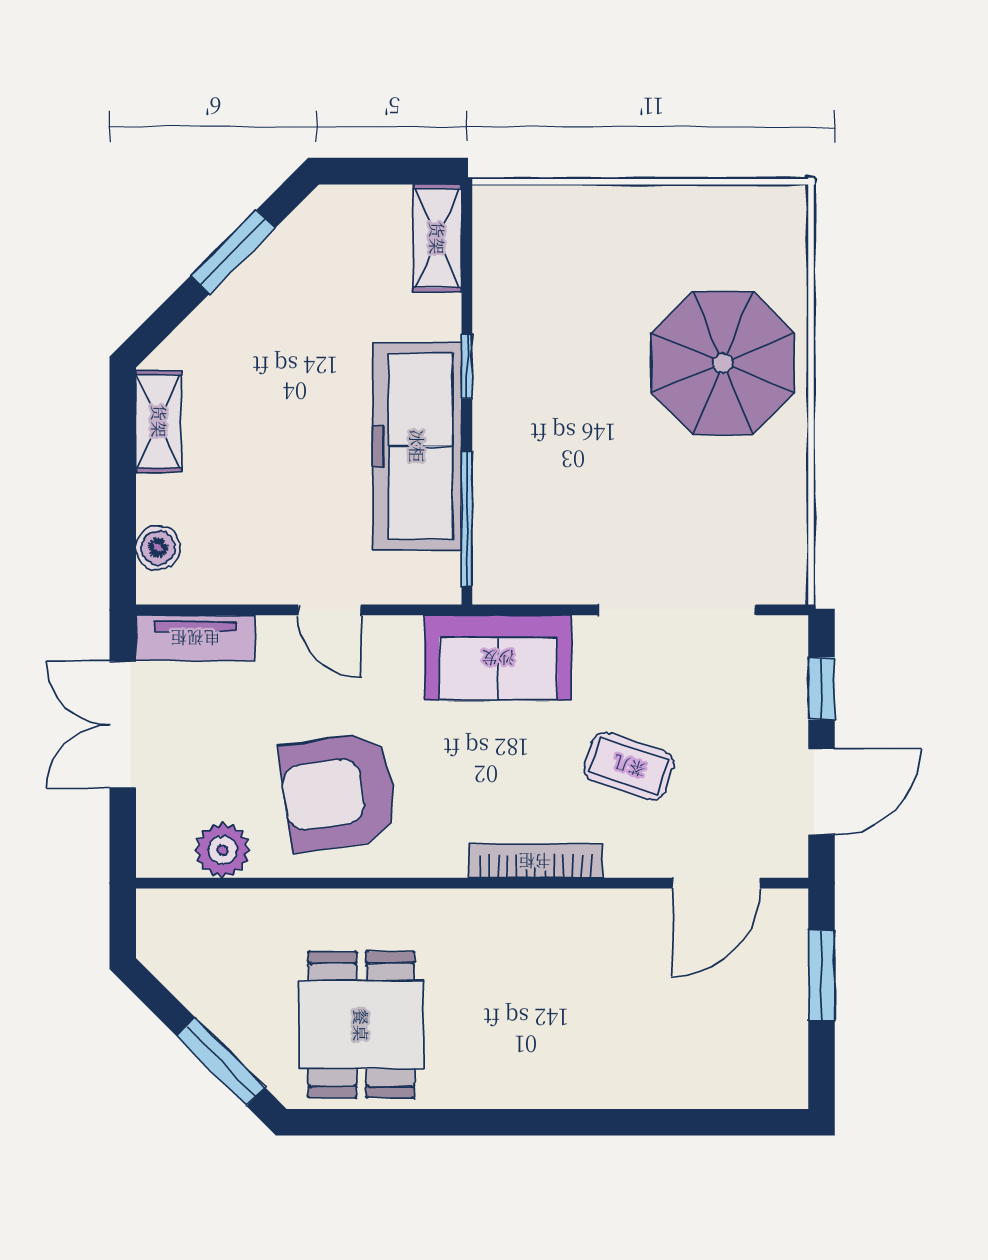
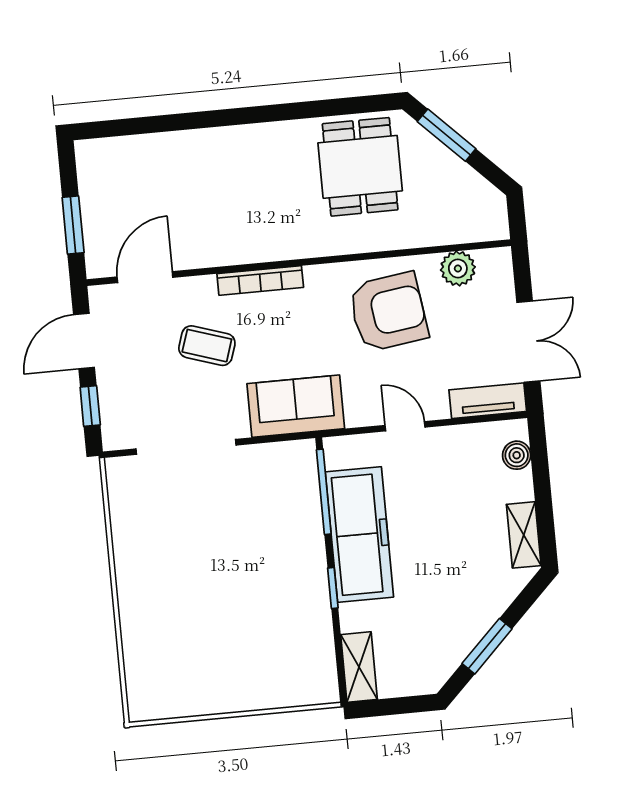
parasol: (723, 363) -> (172, 605), removed

